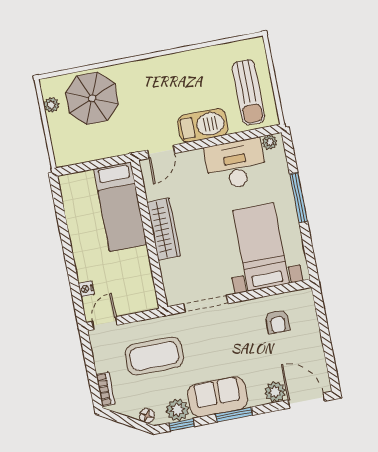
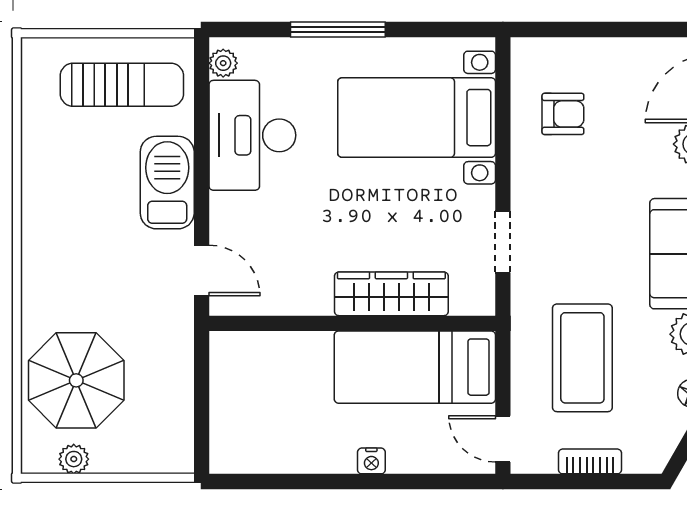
bed: (120, 207) -> (415, 367), moved, turned 180
wardrobe: (164, 229) -> (391, 294), moved
nightstand: (86, 289) -> (371, 461), moved
doorway: (206, 304) -> (503, 242), width x0.73
bookcase: (105, 389) -> (590, 461), moved

